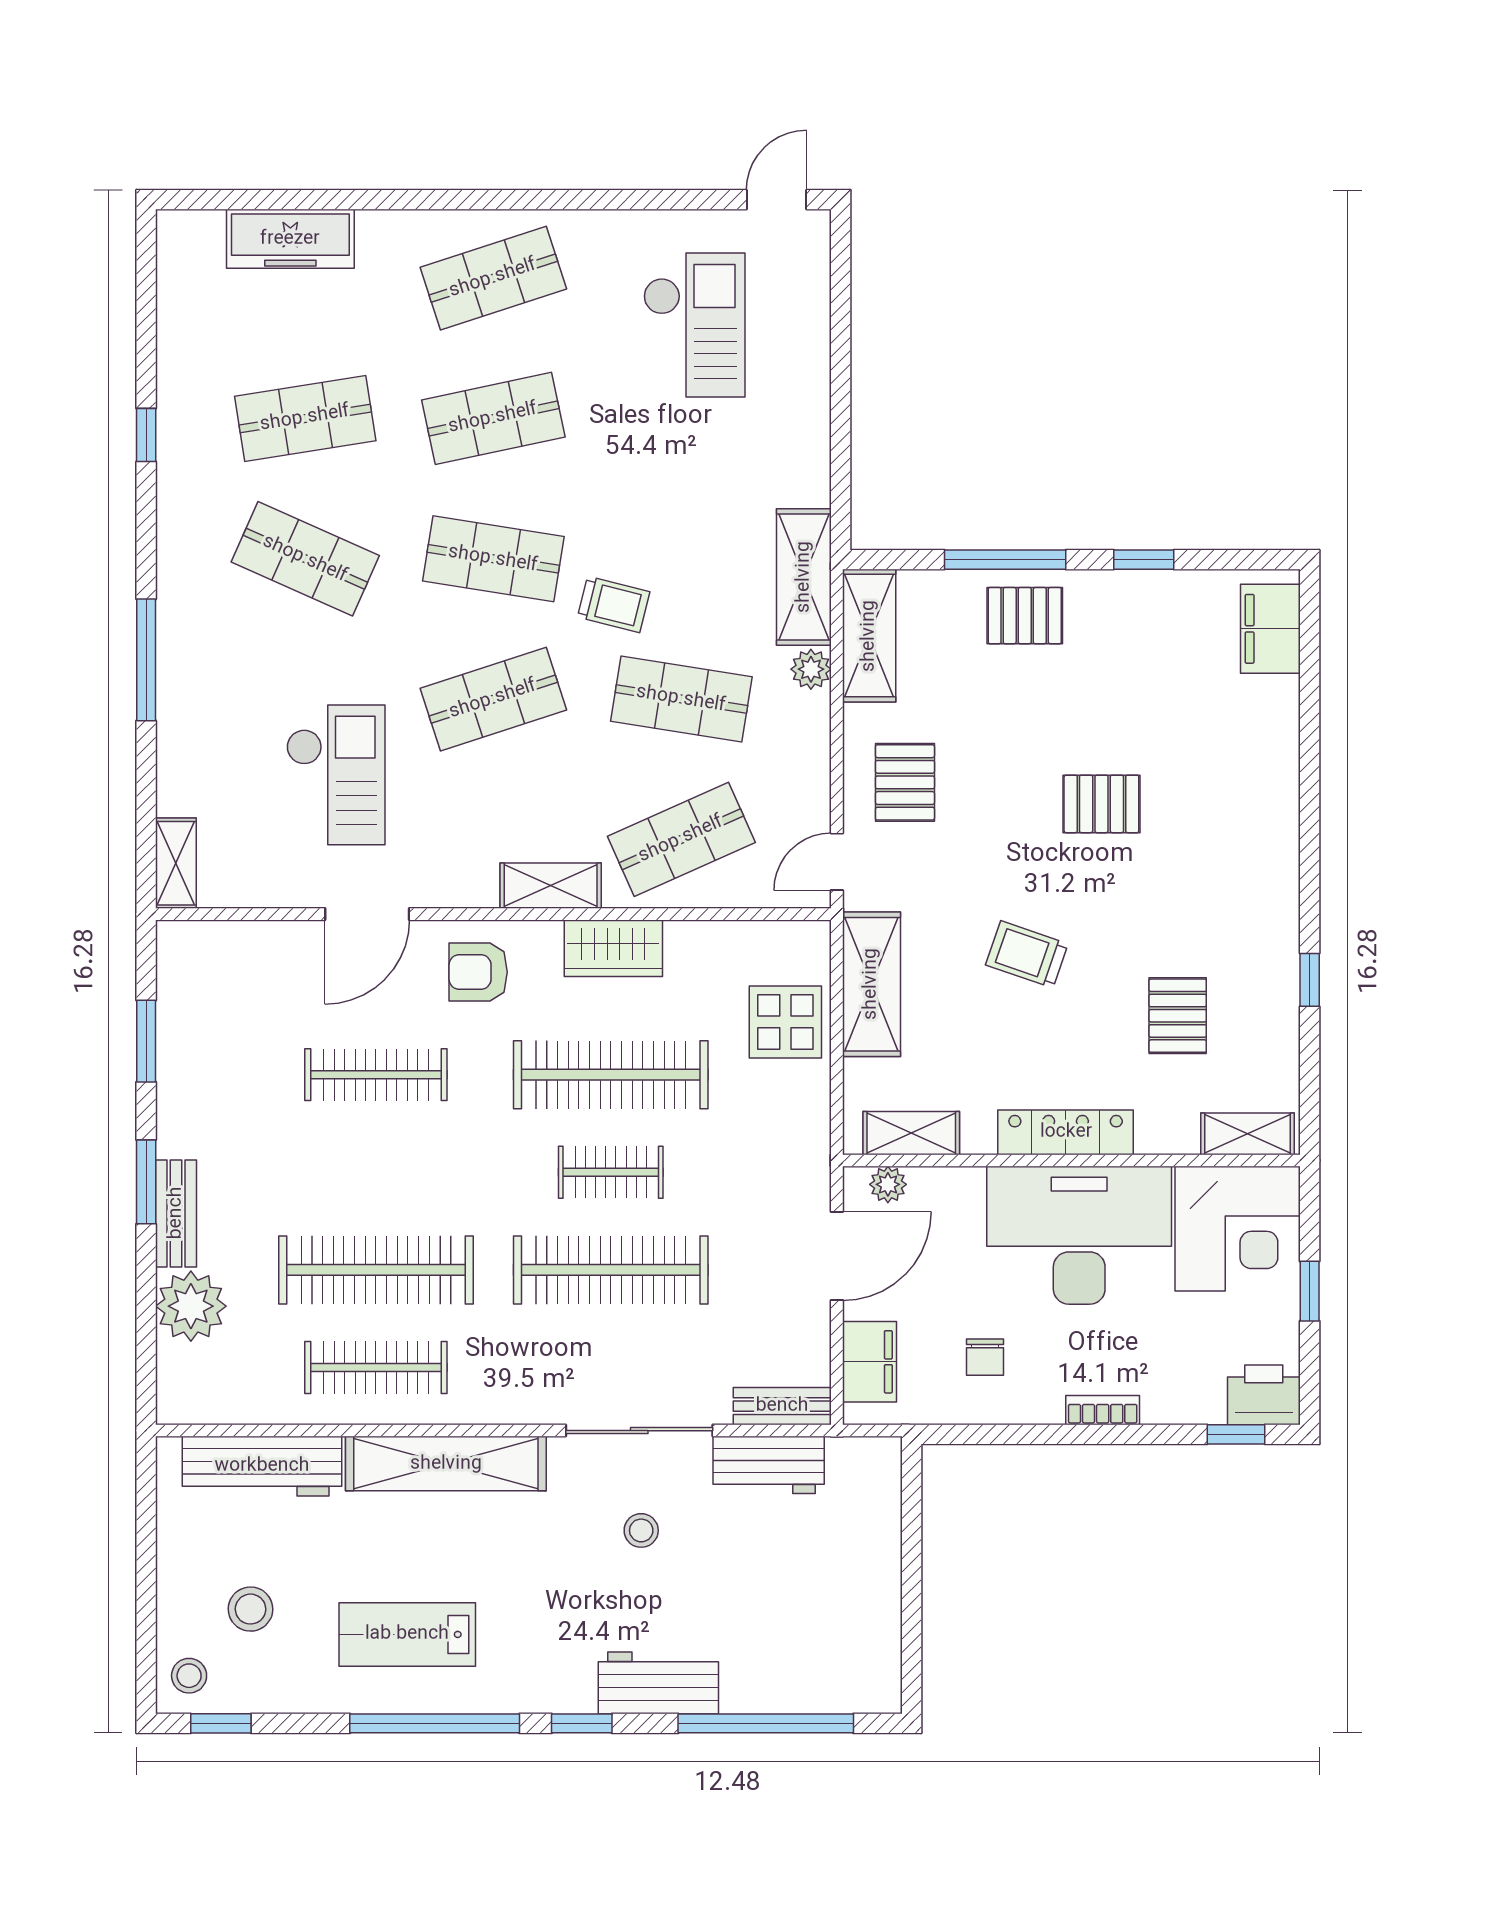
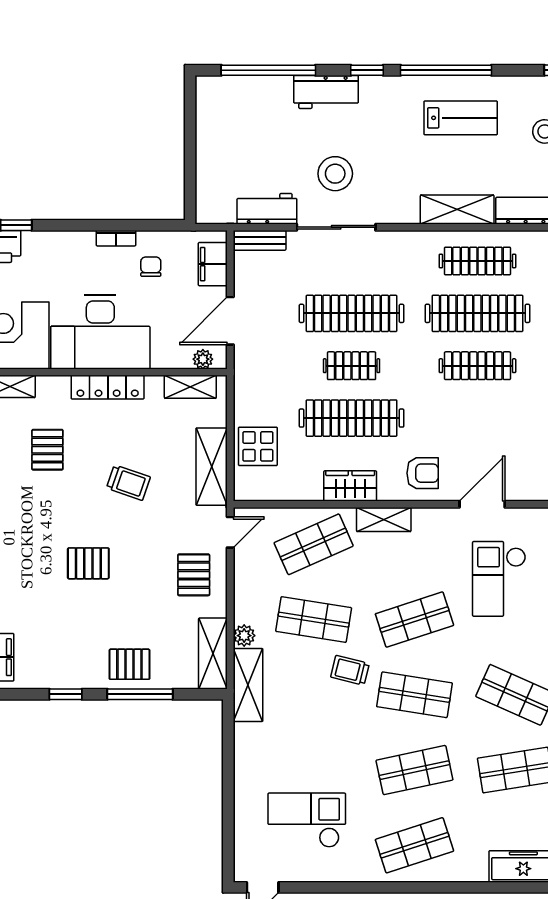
checkout: (694, 325) -> (307, 820), turned 90
clothes rail: (376, 1075) -> (477, 366), moved
bookcase: (1103, 1410) -> (116, 238), moved
shelving: (446, 1464) -> (457, 210), width x0.68
stool: (641, 1530) -> (335, 174), width x1.89, depth x1.89

